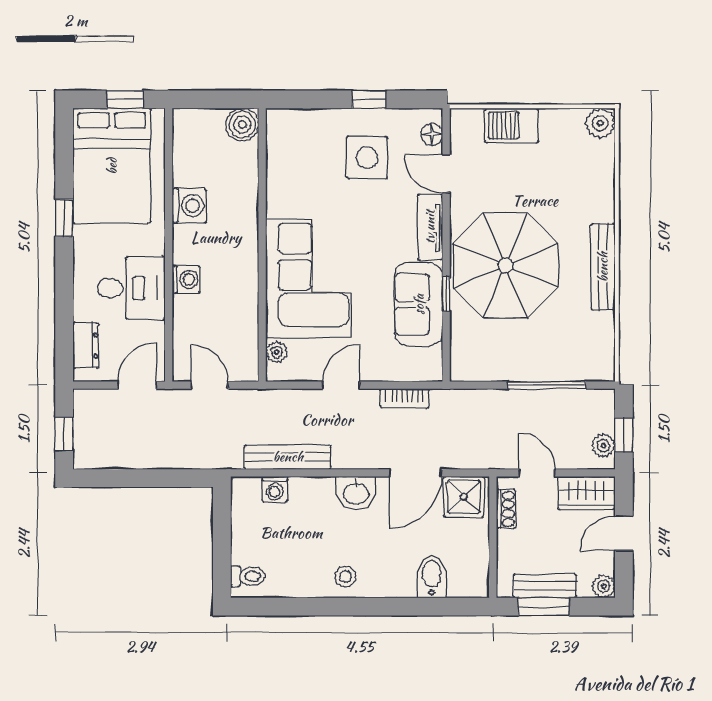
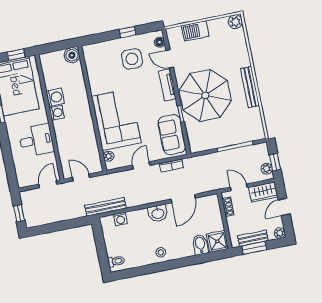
washing machine: (186, 279) -> (57, 113), moved
sofa: (419, 304) -> (172, 135), moved
dresser: (86, 345) -> (21, 171), removed
bench: (288, 457) -> (105, 207), moved
shower: (464, 497) -> (217, 241), moved

